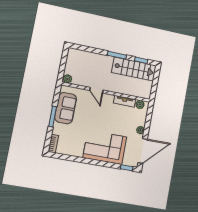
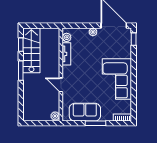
door: (96, 90) -> (61, 85), swing flipped
corner sofa: (105, 147) -> (117, 79), moved

